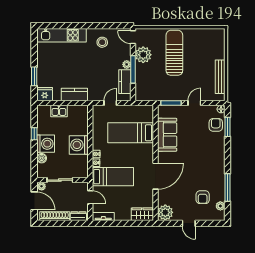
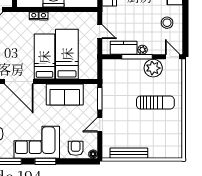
door: (133, 37) -> (173, 57), hinge flipped
sun lounger: (174, 53) -> (155, 102), width x0.73, depth x0.75
door: (194, 103) -> (100, 125), swing flipped
armchair: (216, 125) -> (76, 148), turned -90
window: (228, 127) -> (45, 161), moved
corner sofa: (210, 160) -> (37, 142), added
bed: (113, 177) -> (44, 57), moved, turned 180

